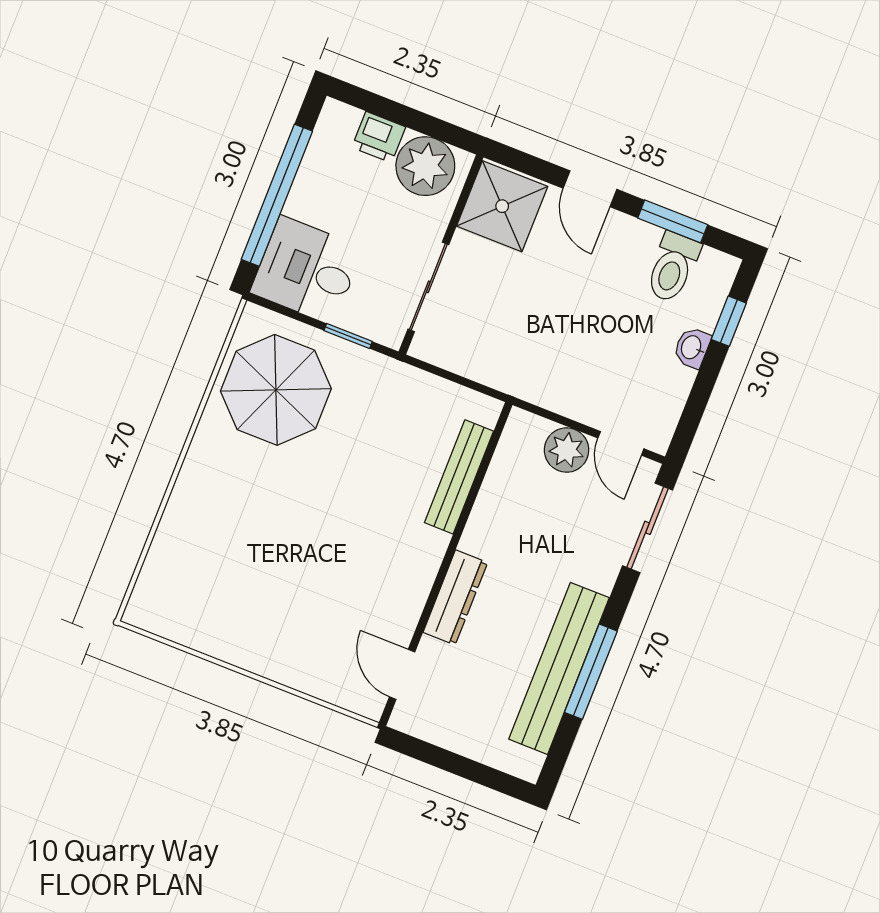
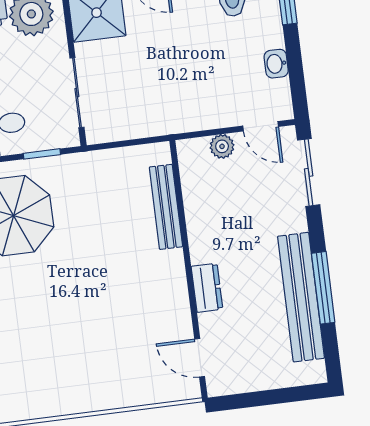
washbasin: (692, 348) -> (276, 64), moved
plant: (567, 450) -> (222, 146), width x0.73, depth x0.73
dresser: (455, 597) -> (207, 288), width x0.70

